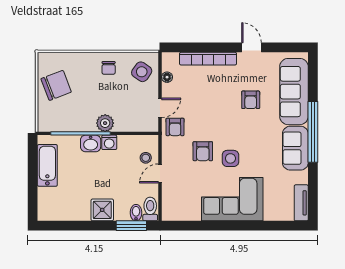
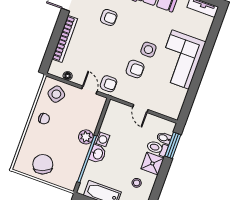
stool: (146, 158) -> (137, 183), moved
toilet: (150, 209) -> (157, 148), moved

